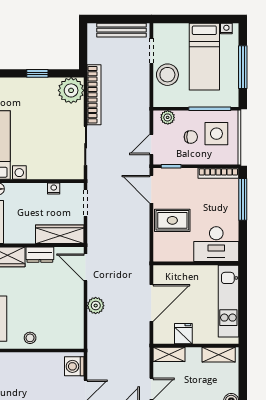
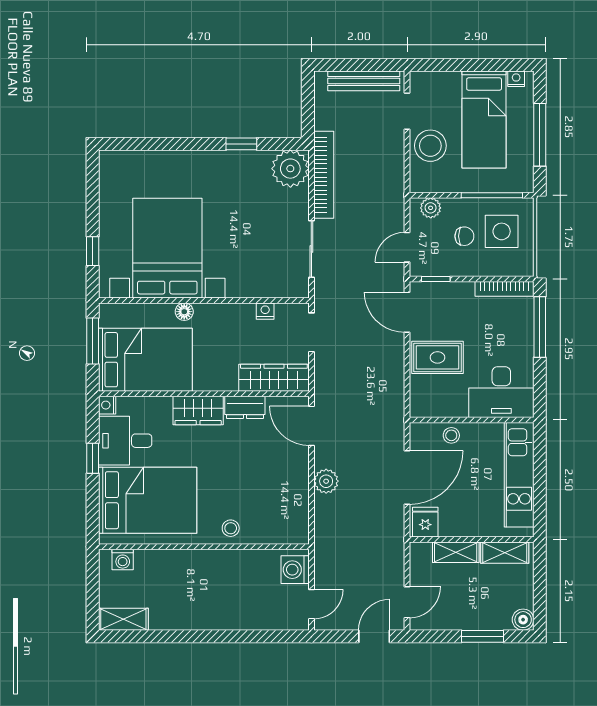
stool: (182, 274) -> (451, 435), added
fridge: (183, 334) -> (425, 522), moved
shelving: (169, 354) -> (456, 552), moved

